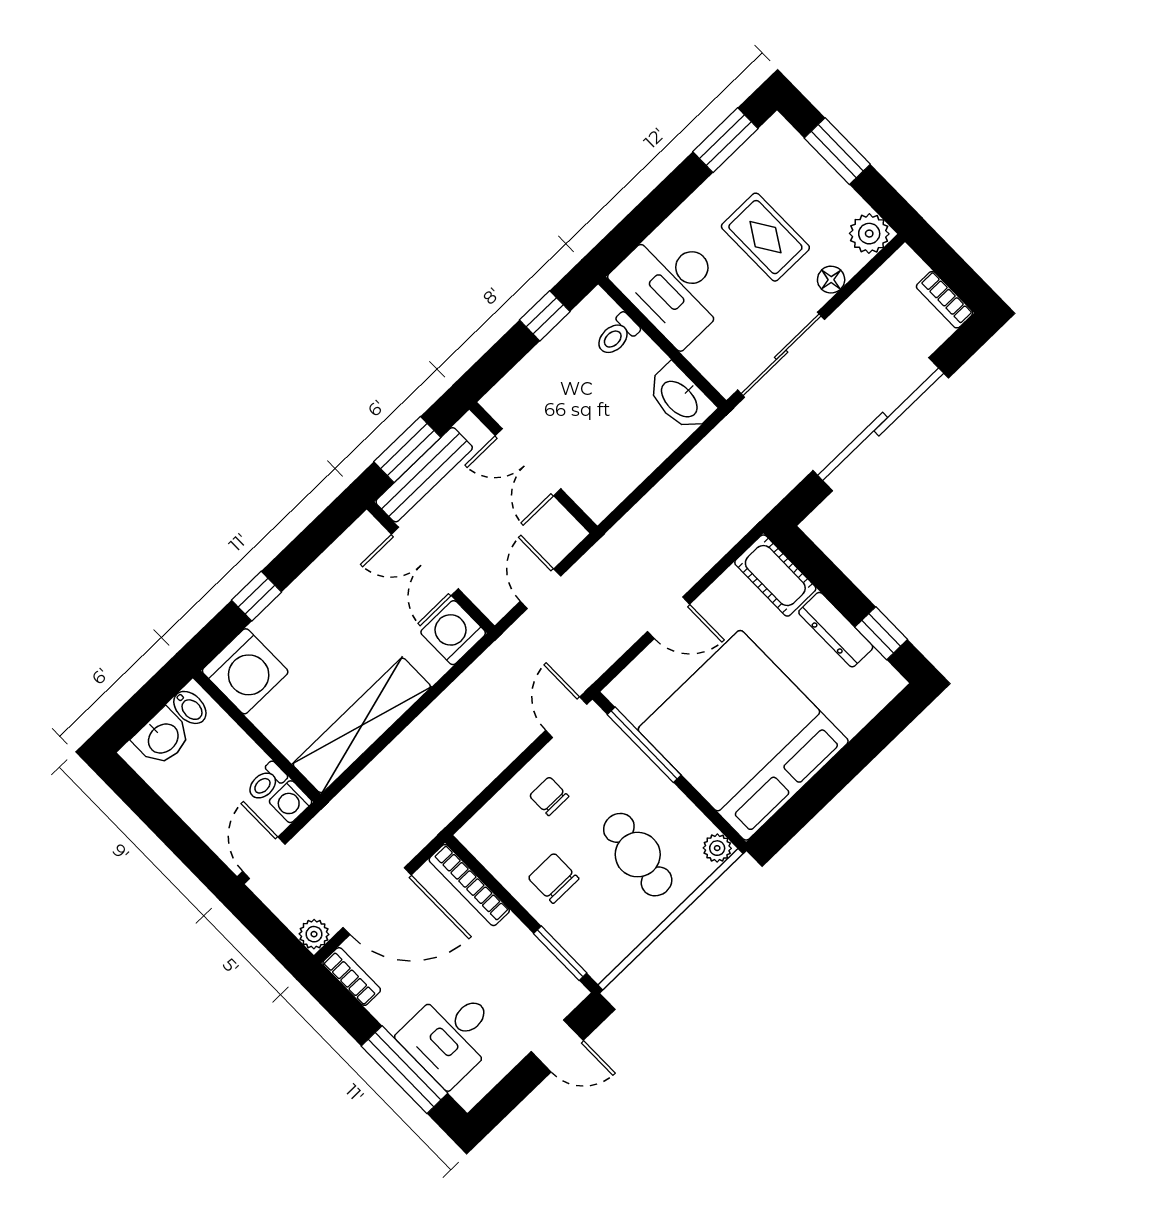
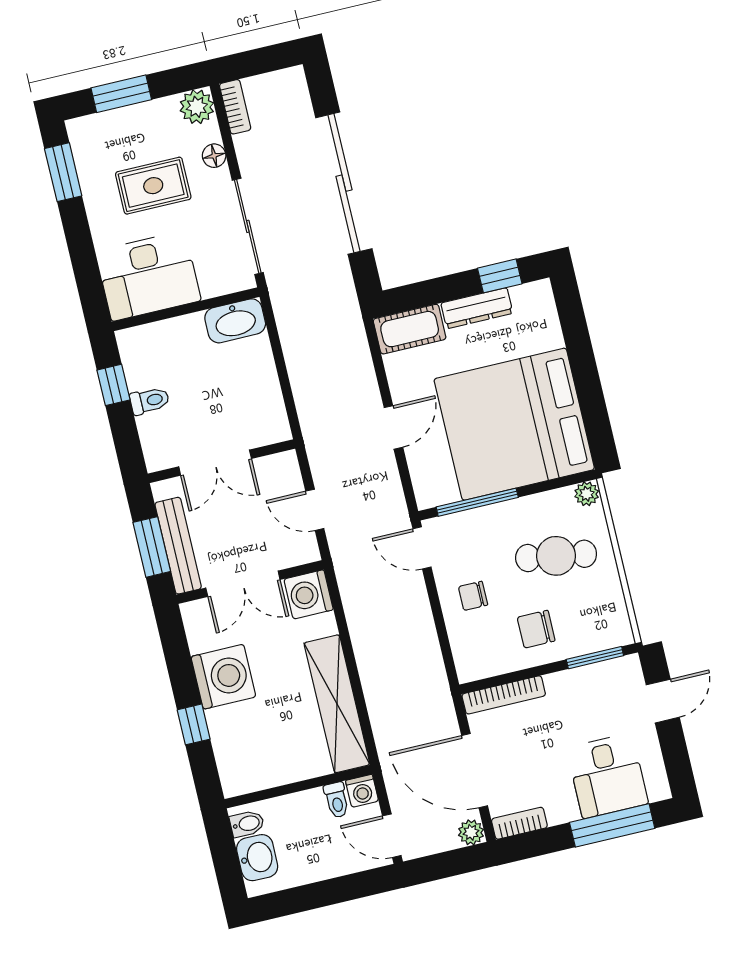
bookcase: (945, 300) -> (235, 107), moved, turned -90
toilet: (617, 335) -> (150, 401), moved, turned -90
washing machine: (245, 671) -> (223, 677), moved
door: (377, 901) -> (475, 771), swing flipped

